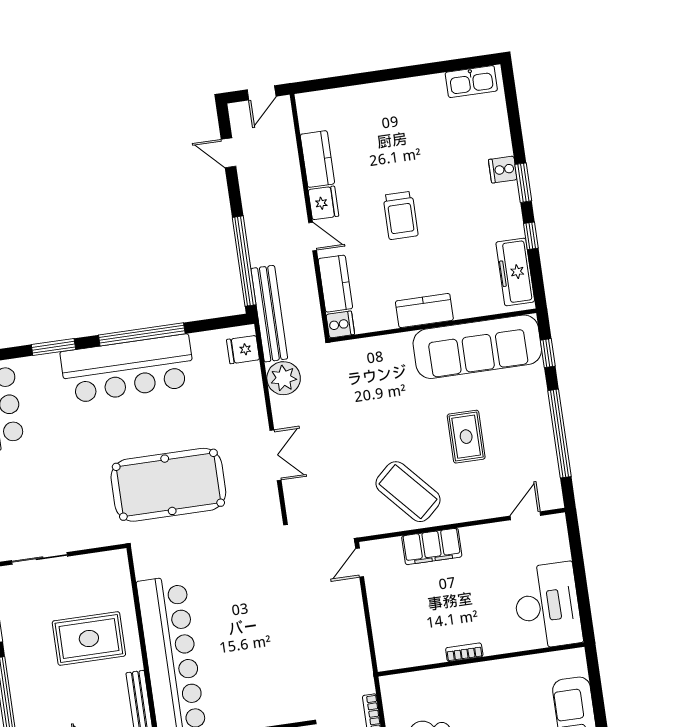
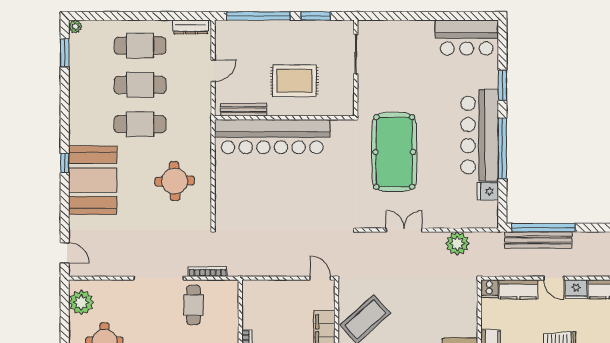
door: (313, 237) -> (554, 278), hinge flipped
bench: (269, 314) -> (538, 240), moved
fridge: (243, 350) -> (488, 191), moved, turned -90
double door: (275, 455) -> (404, 230), swing flipped
rug: (89, 638) -> (294, 81), turned 90

